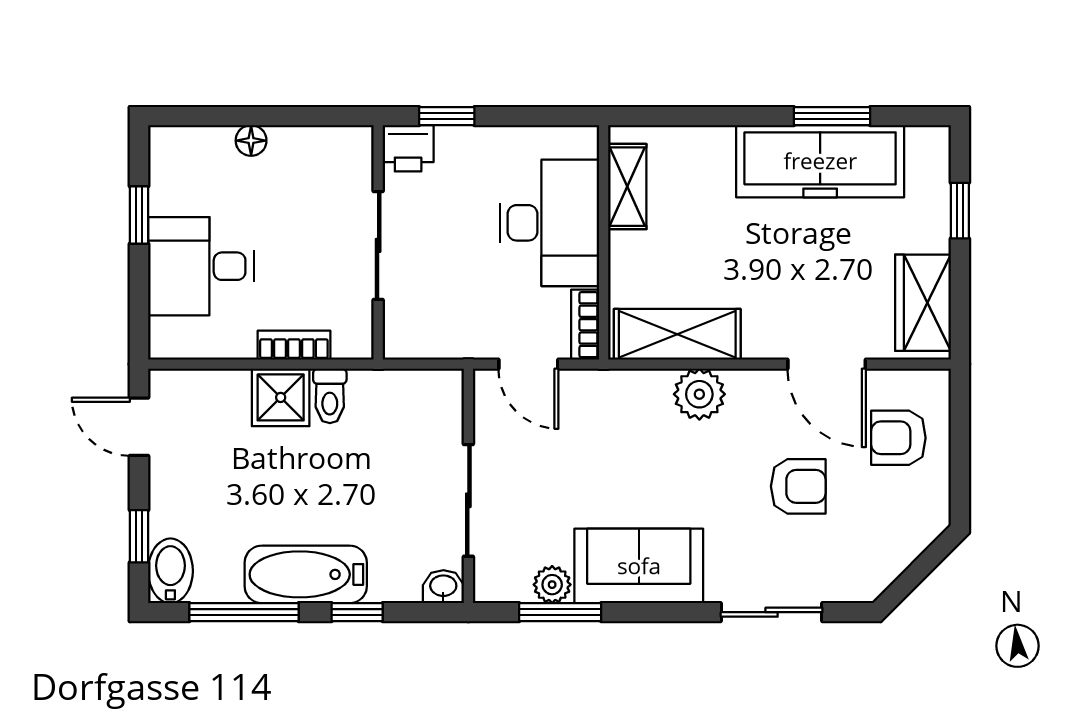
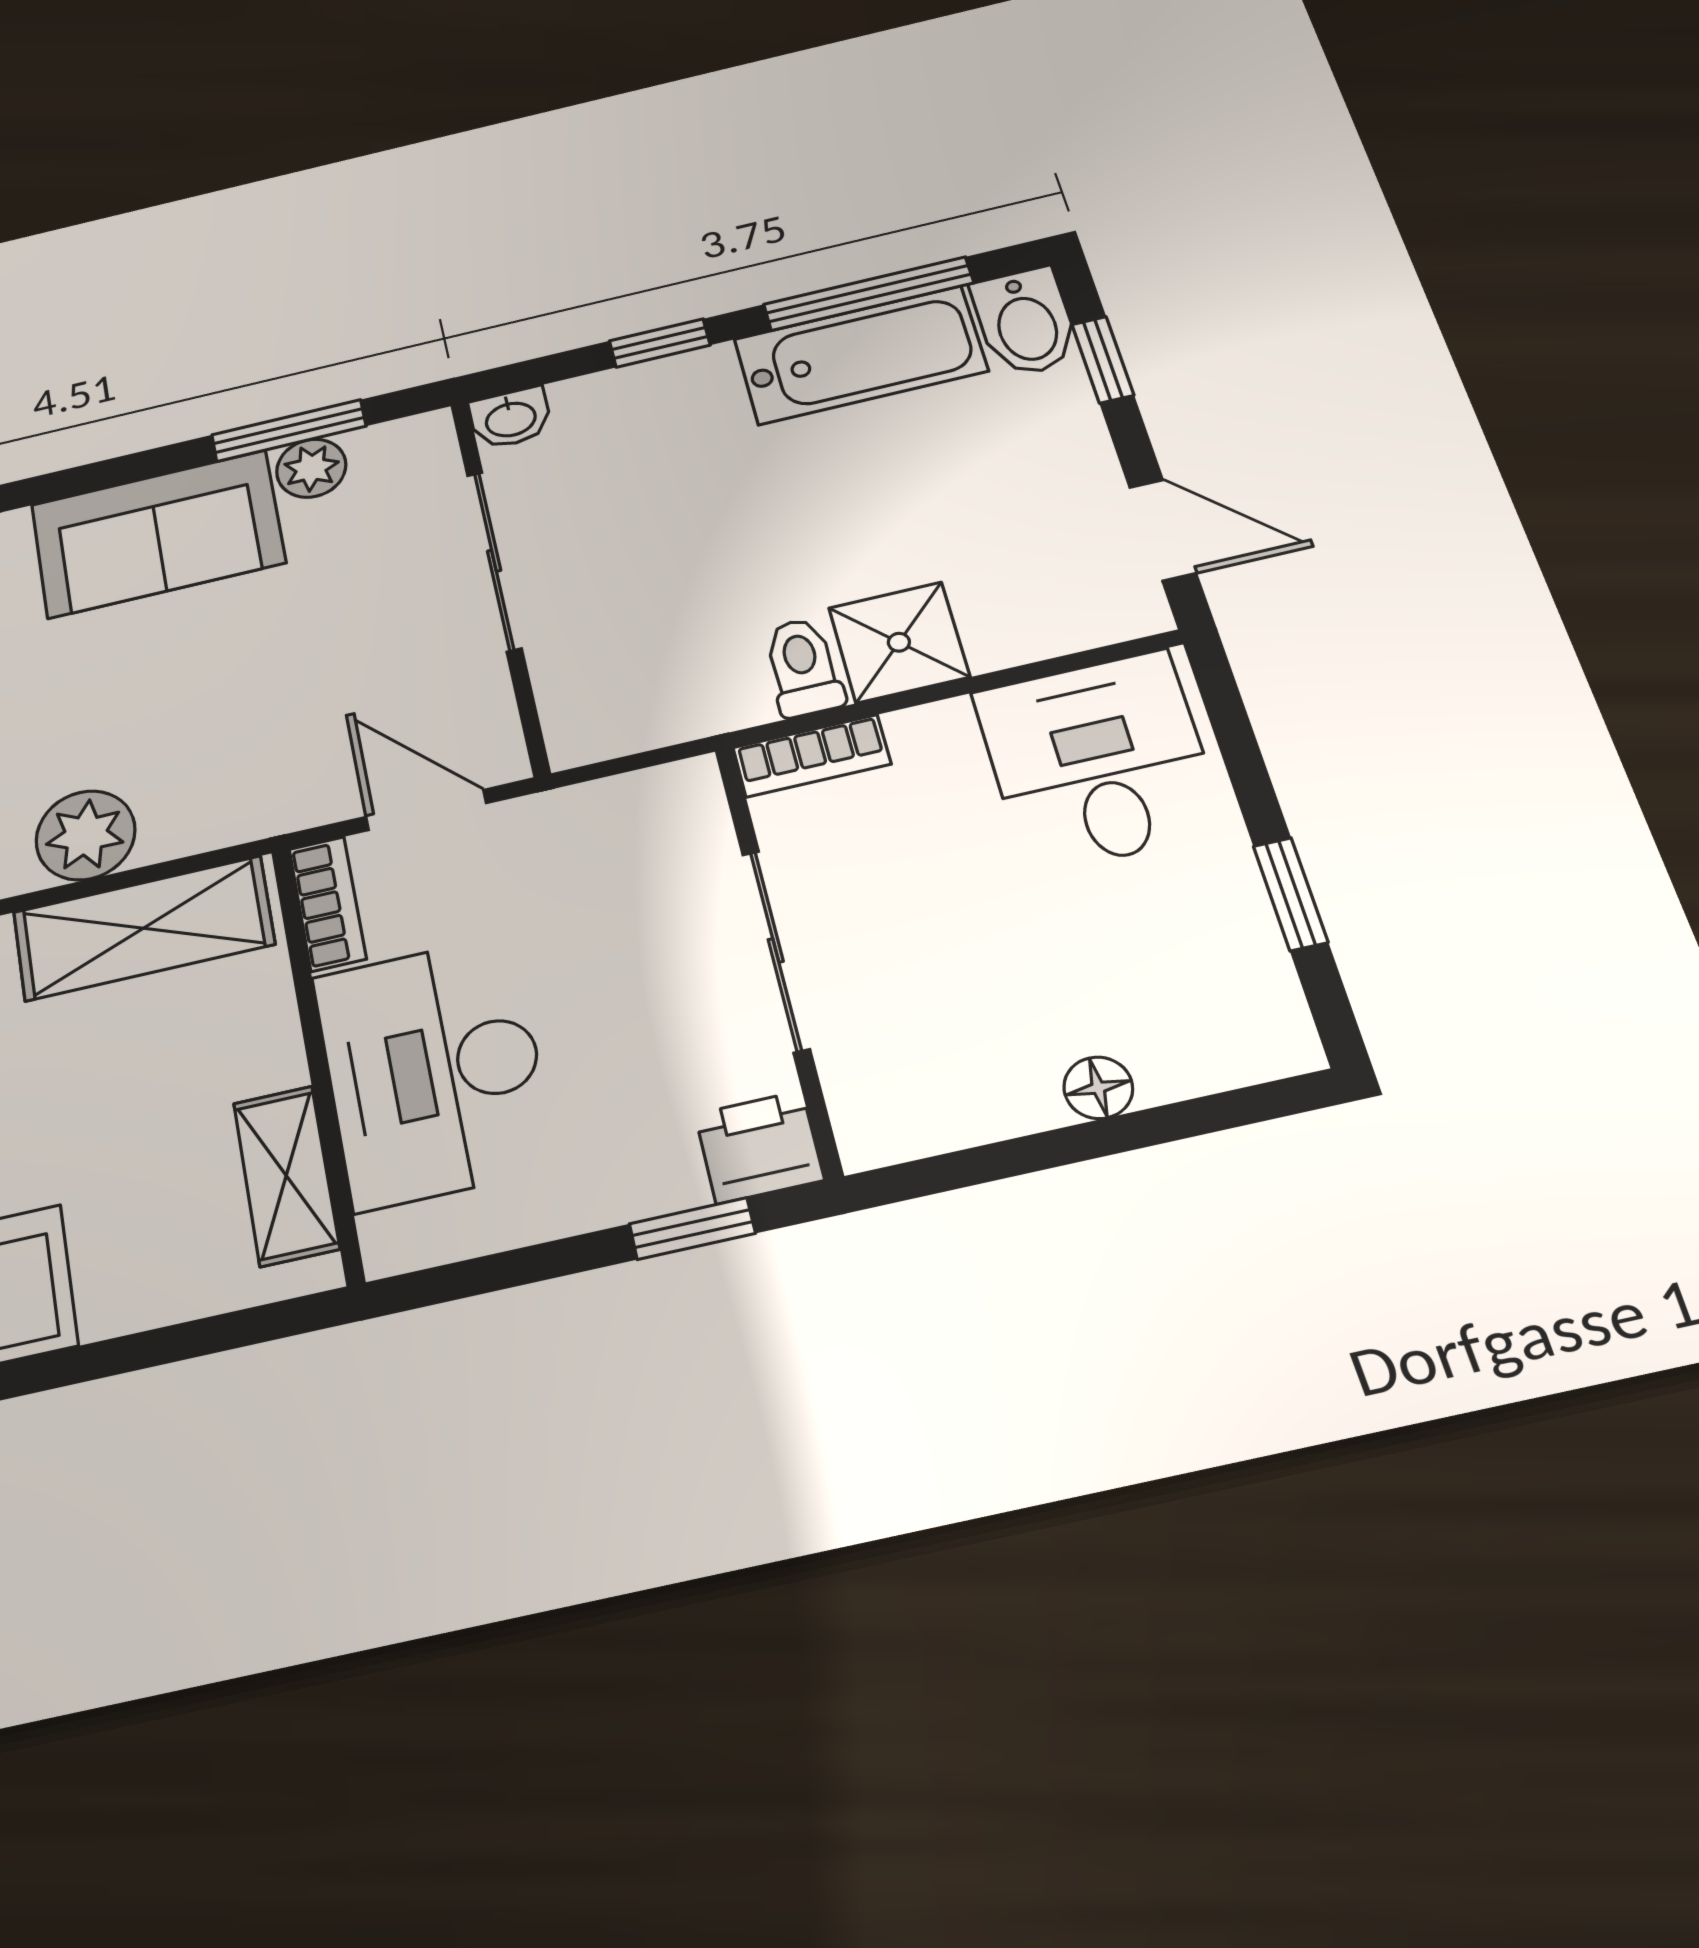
desk: (201, 266) -> (1098, 761), moved, turned -90
bookcase: (294, 345) -> (812, 756), moved
bathtub: (306, 574) -> (860, 355), moved

